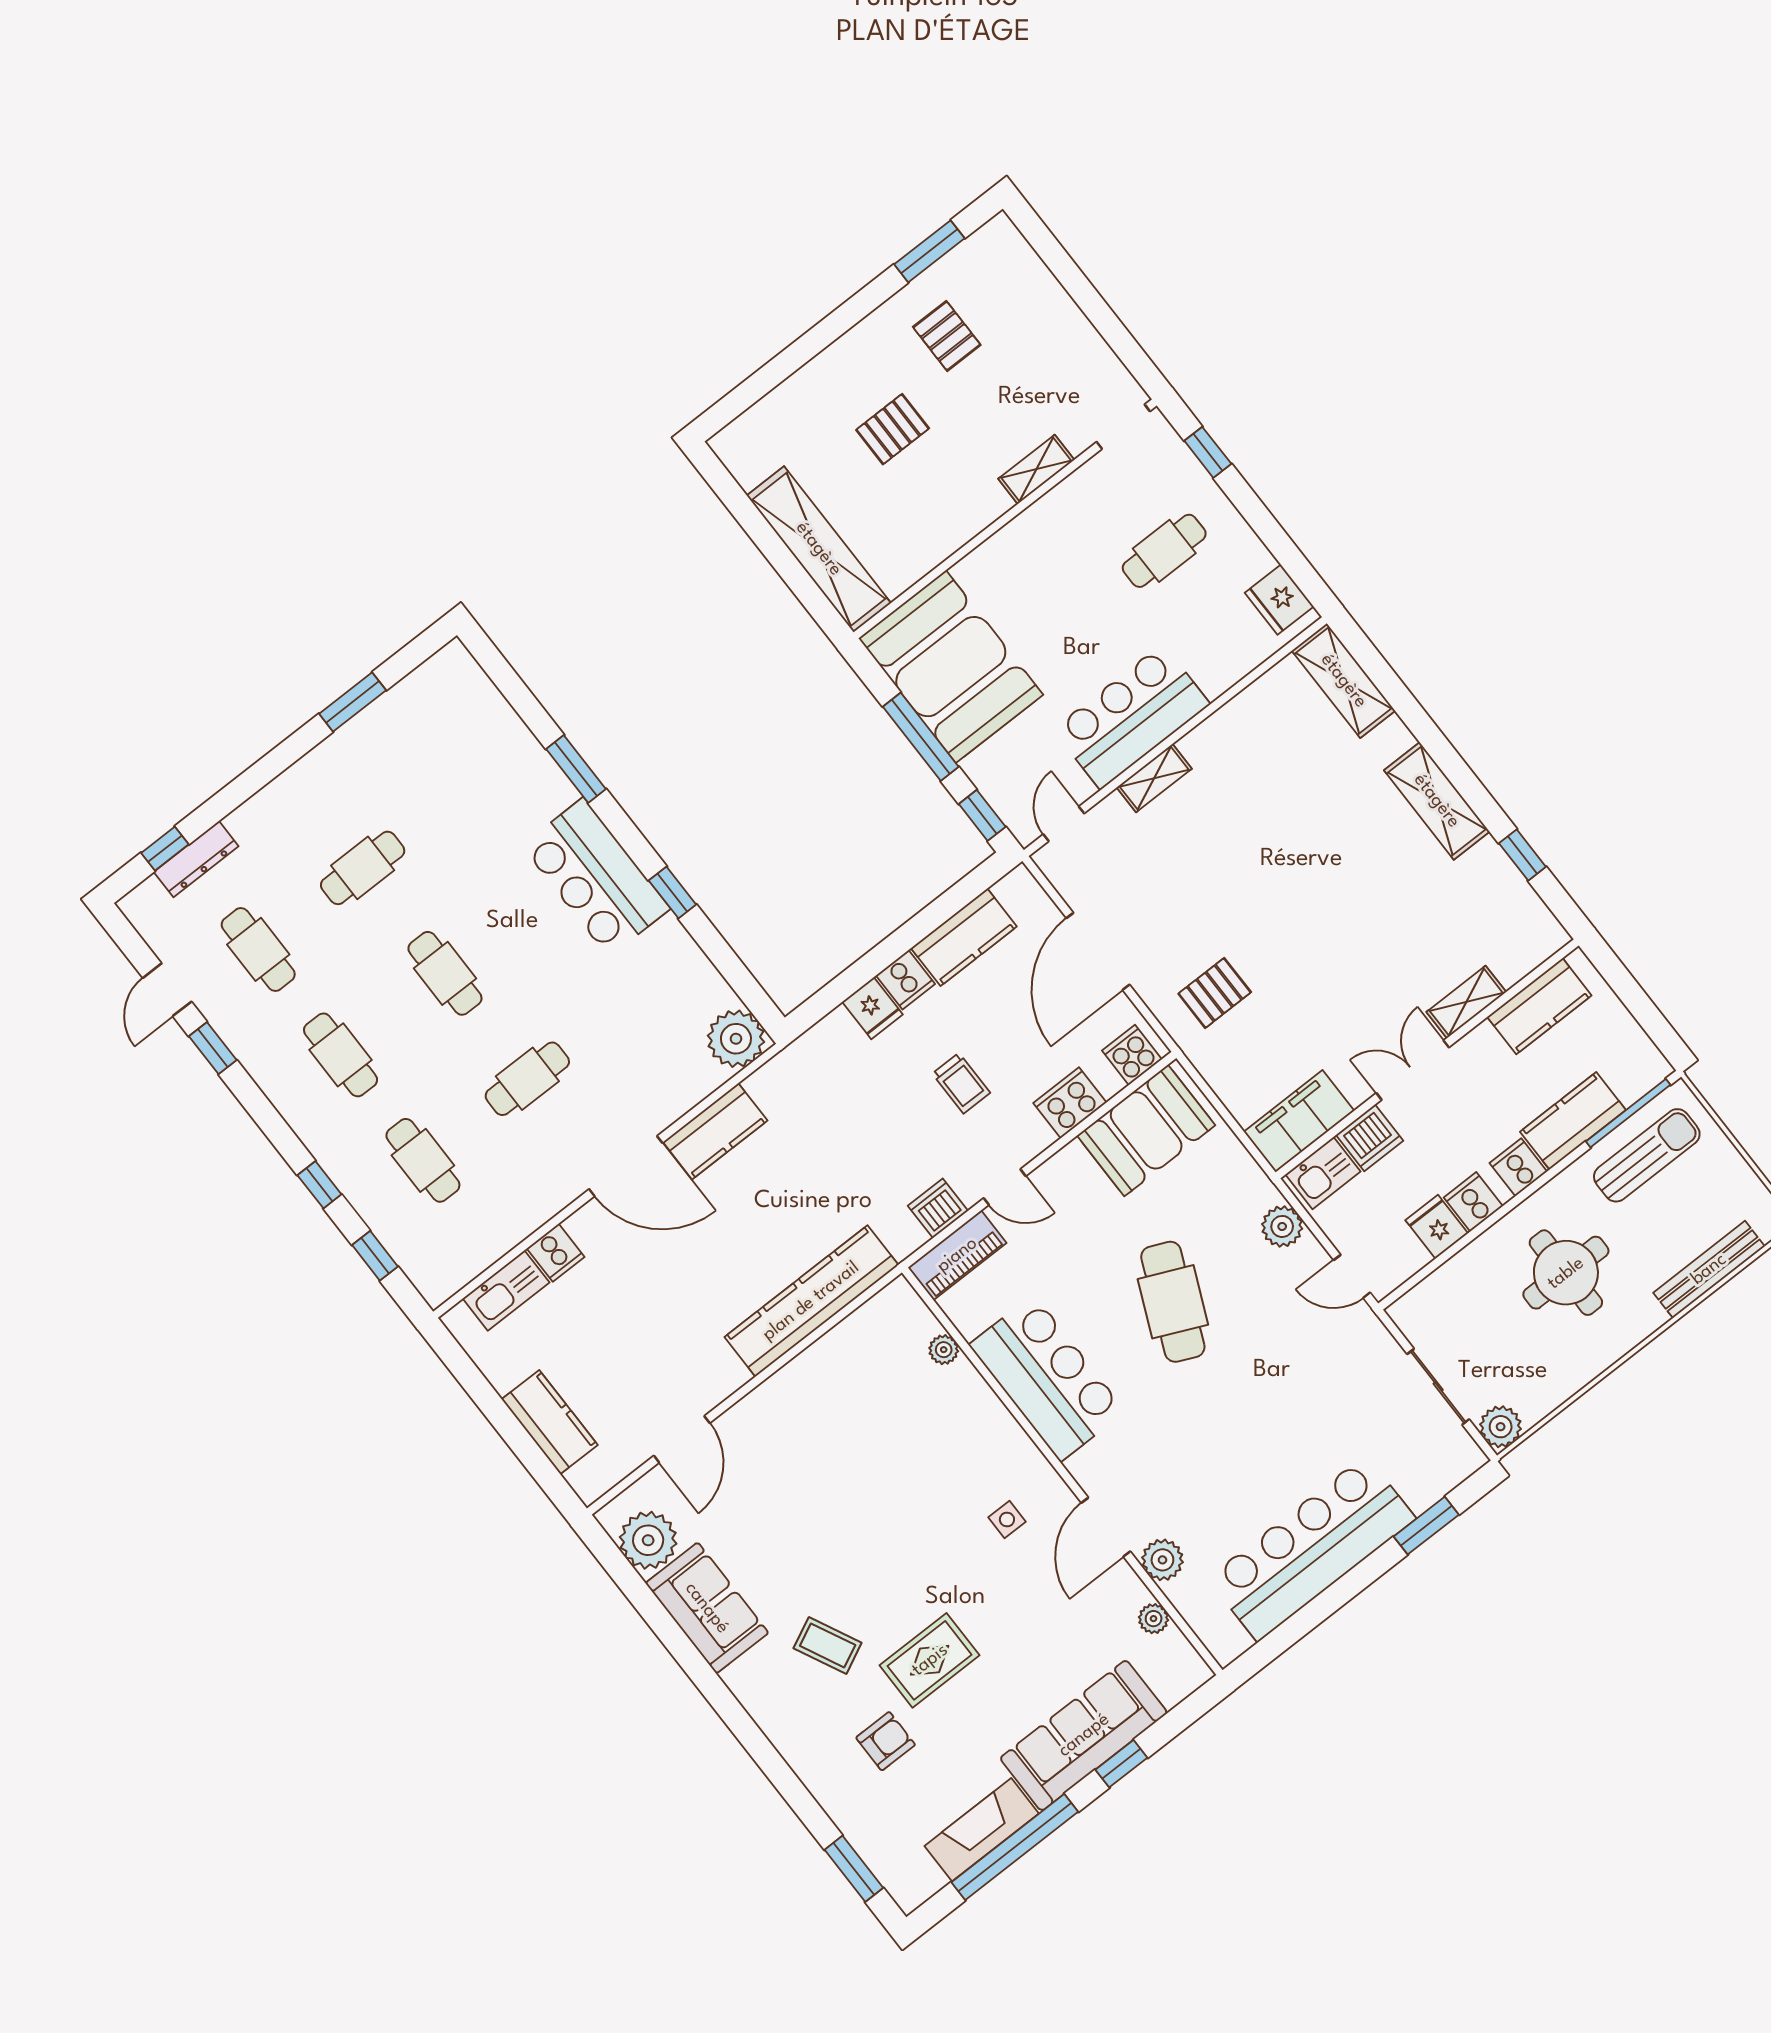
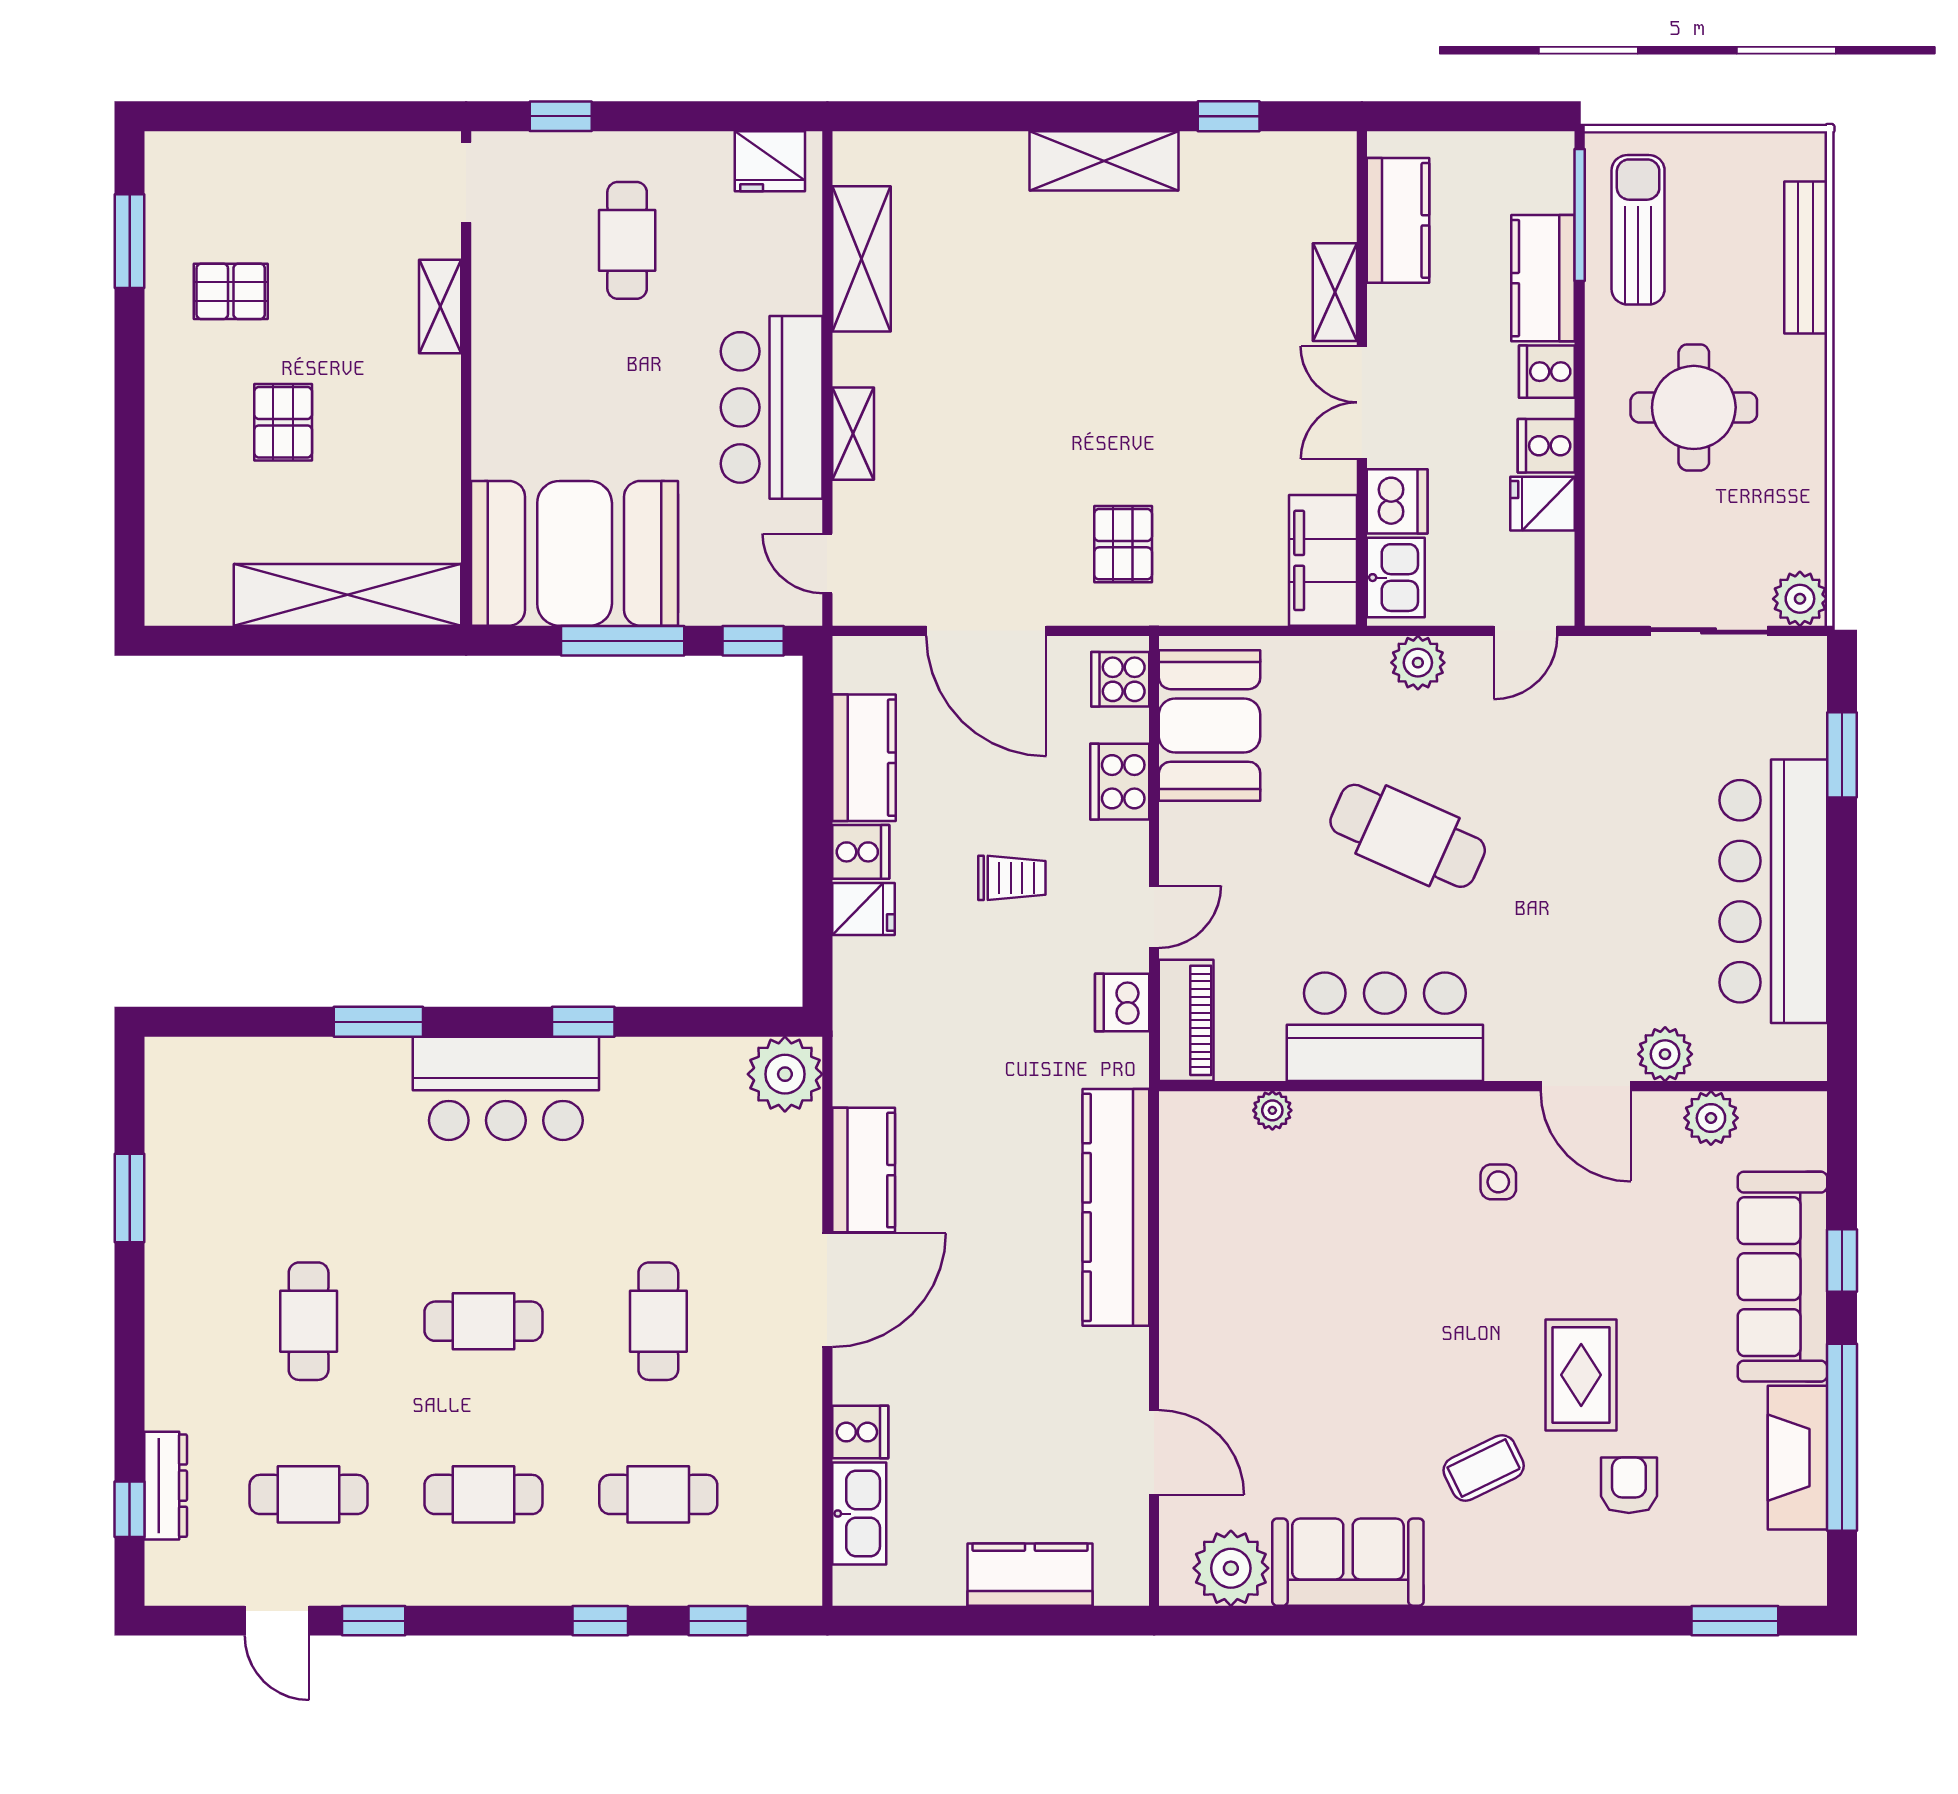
shelving: (1344, 681) -> (861, 259), moved, turned 90
plant: (1154, 1619) -> (1711, 1118), width x1.38, depth x1.38

